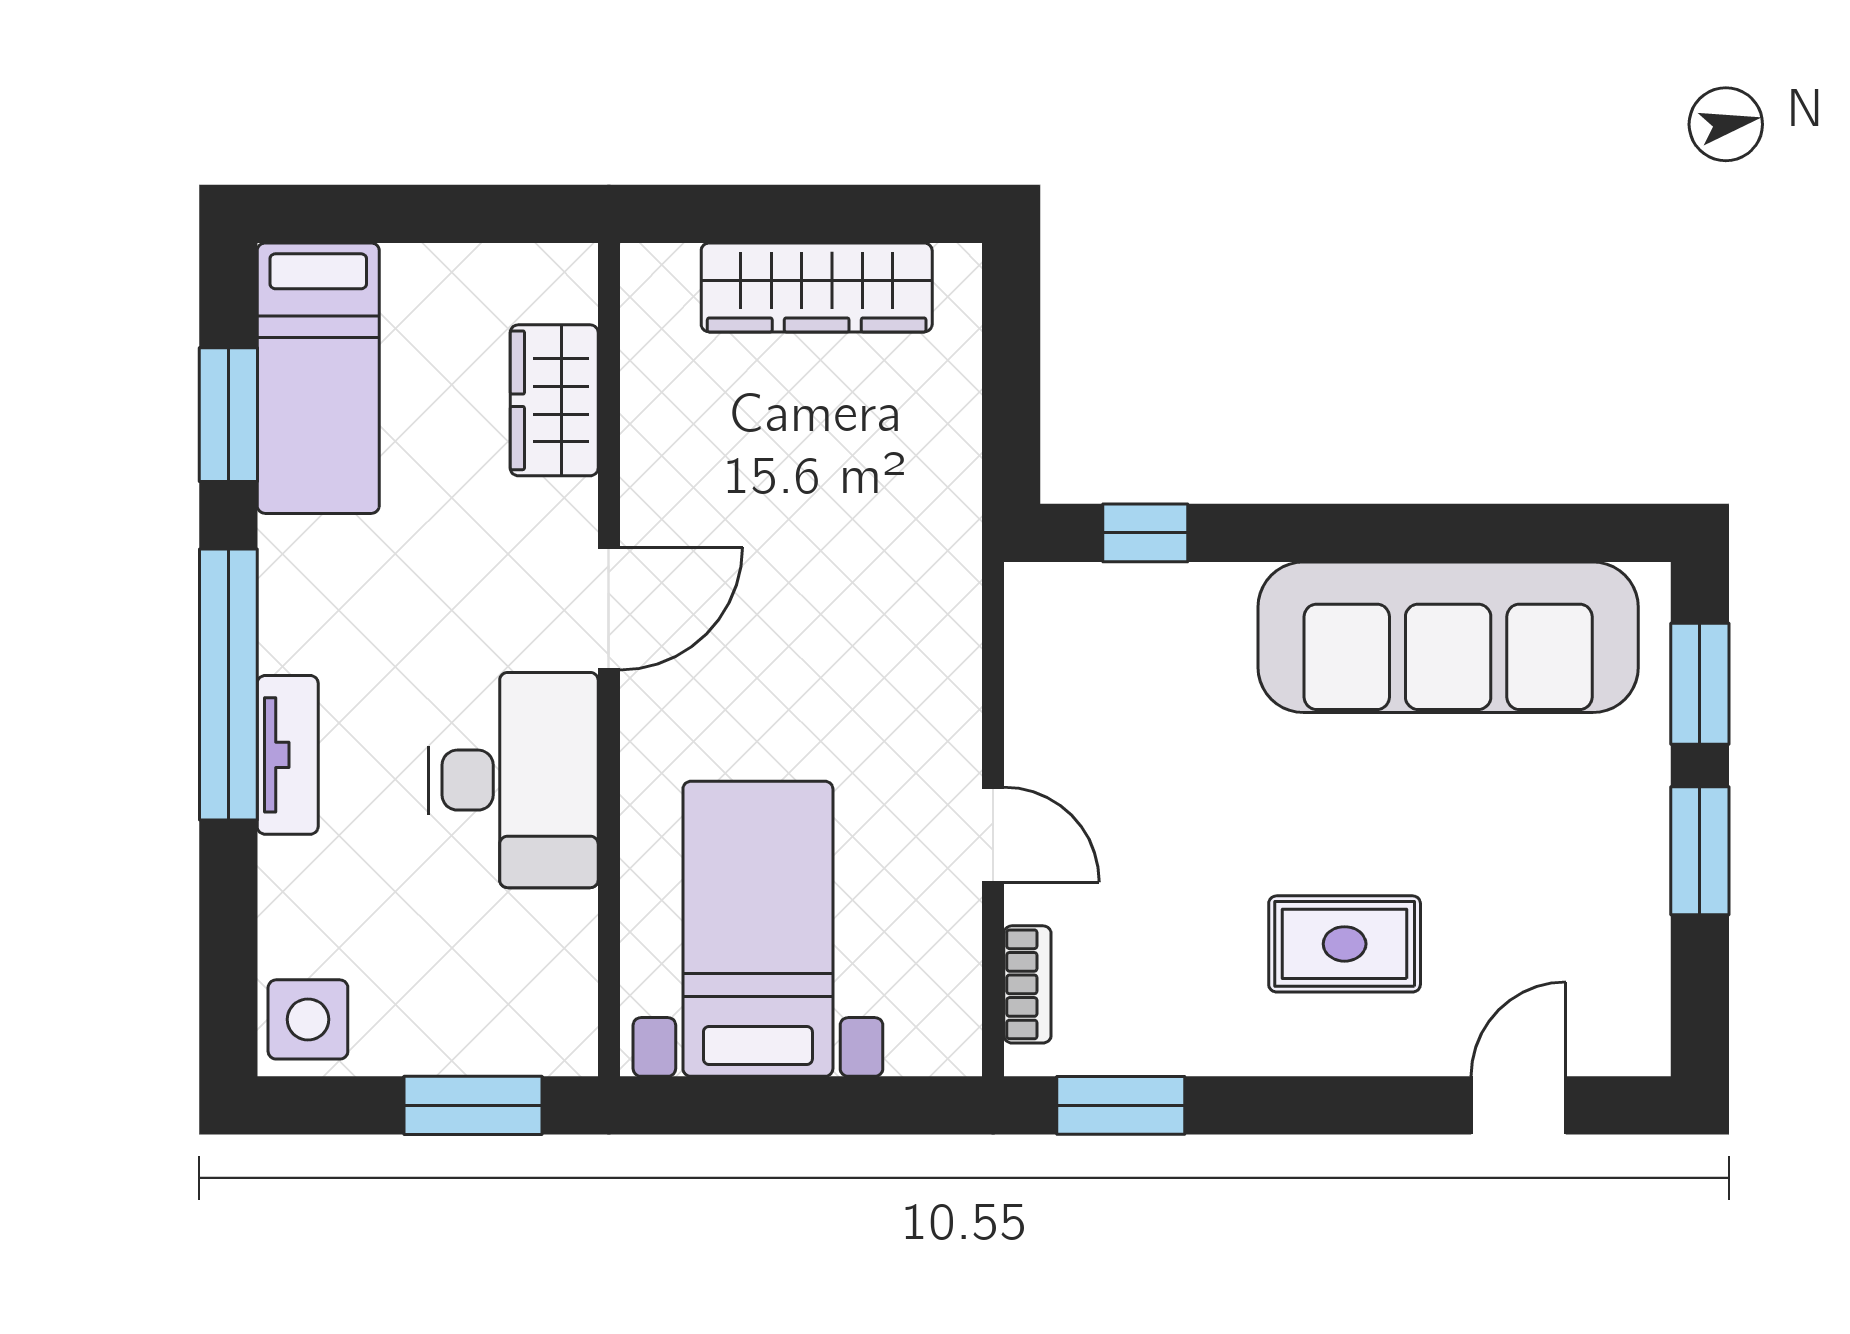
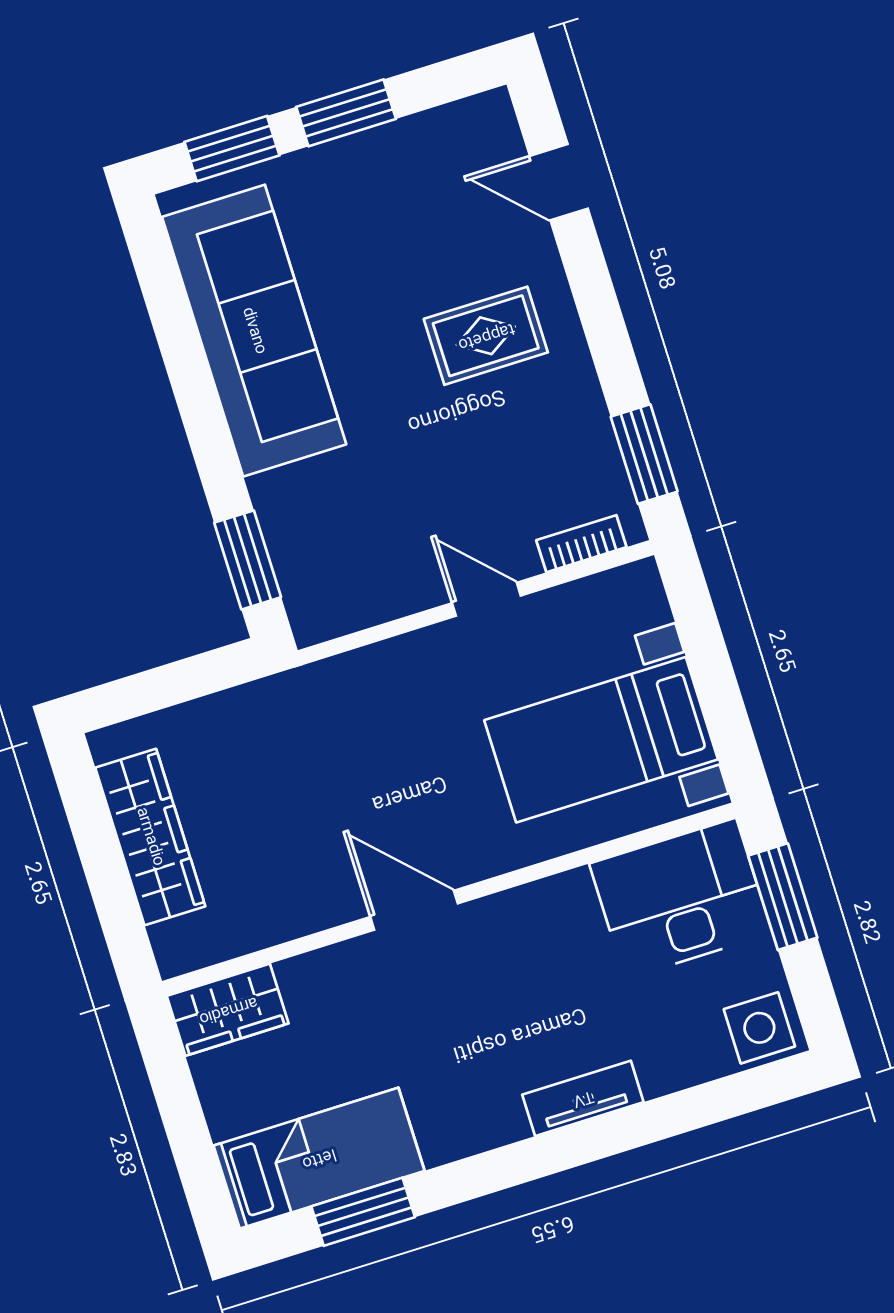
wardrobe: (554, 400) -> (228, 1010), moved
window: (1145, 533) -> (248, 560), width x1.50
window: (228, 685) -> (548, 1154), removed
desk: (513, 780) -> (681, 898), moved
door: (993, 835) -> (486, 599), hinge flipped
rug: (1345, 944) -> (486, 336), turned 90

